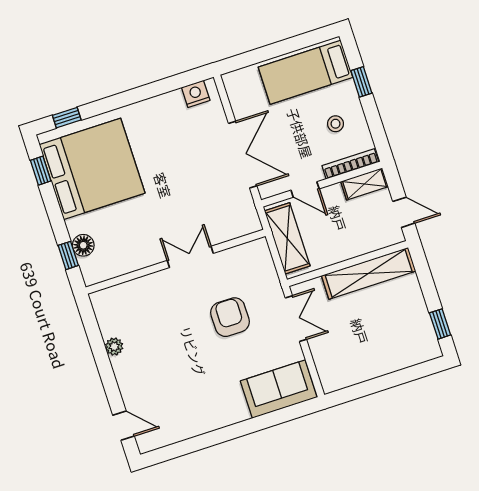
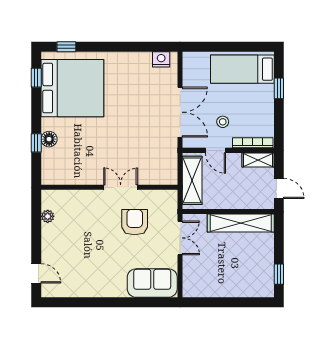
stool: (336, 124) -> (223, 122), moved
double door: (190, 257) -> (121, 187), moved
wall: (176, 262) -> (109, 187), moved

